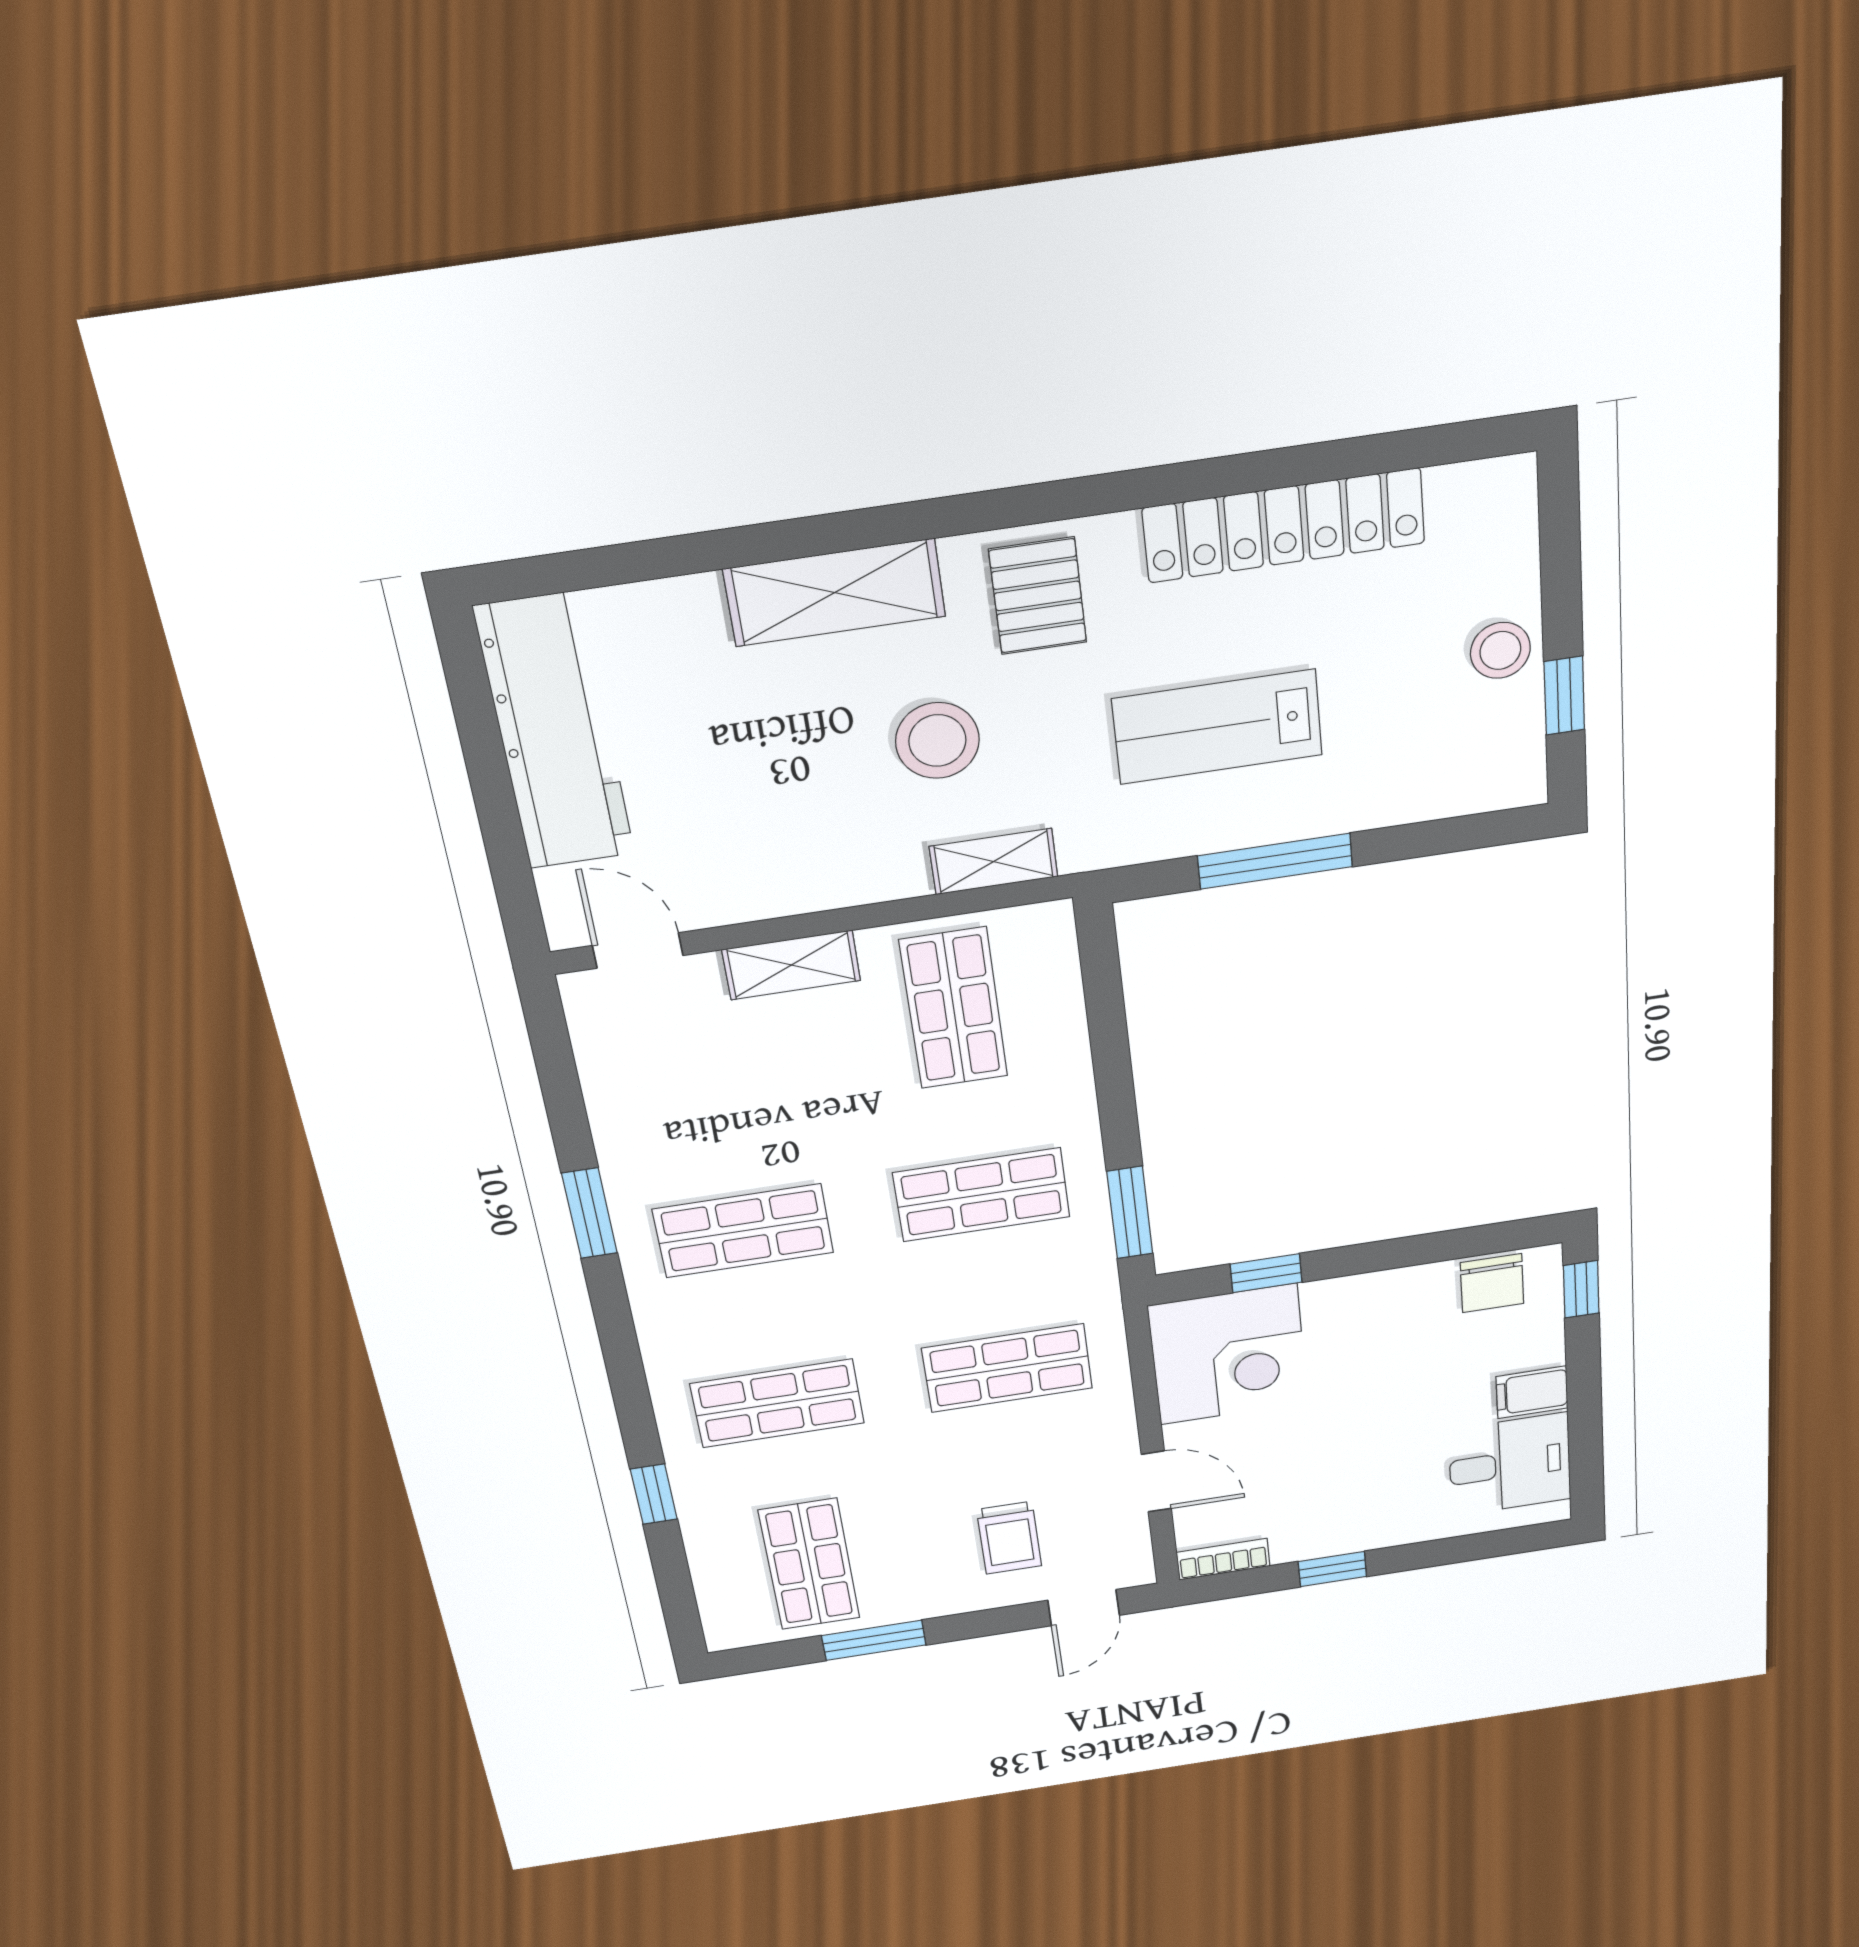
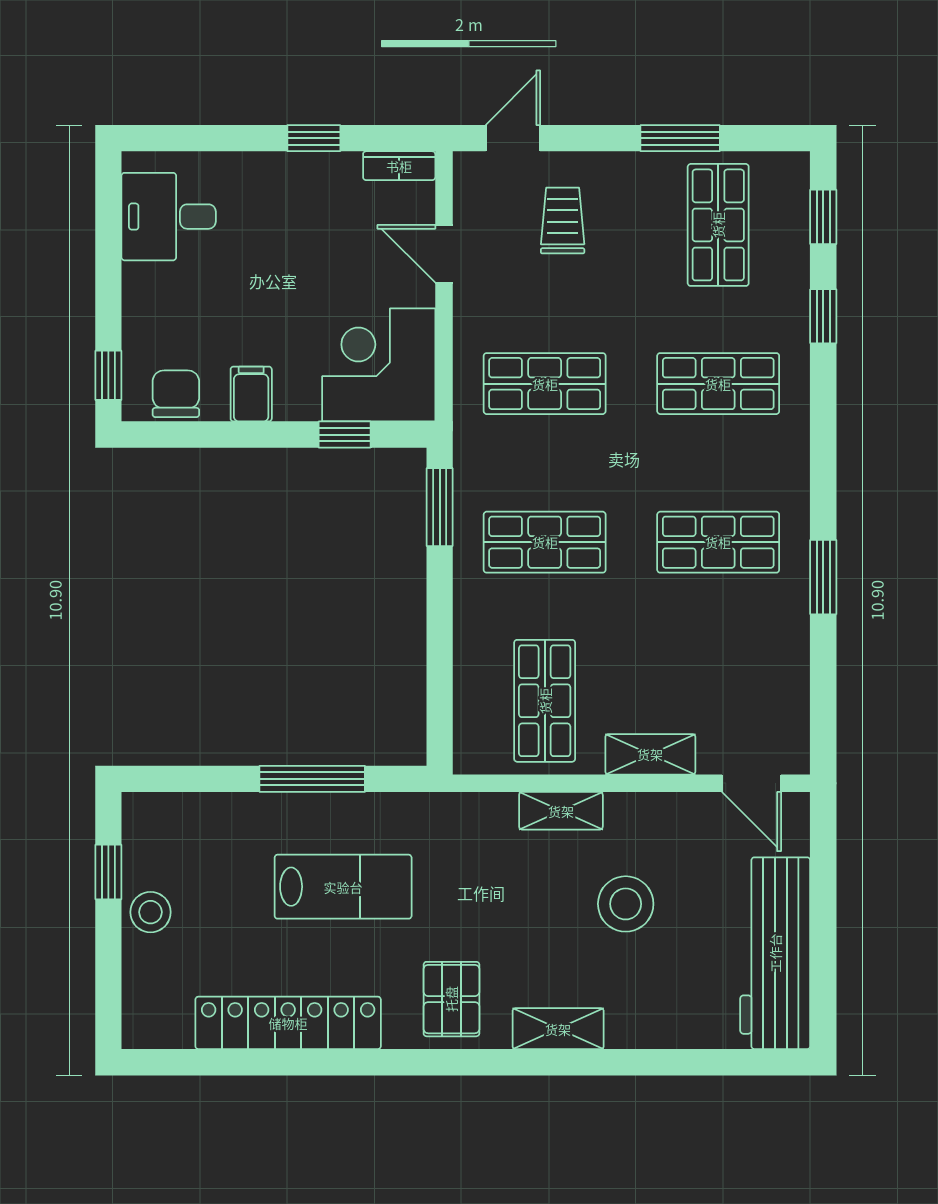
shelving: (835, 593) -> (558, 1029), width x0.67, depth x0.75
stool: (937, 741) -> (626, 904), moved
shelving: (994, 862) -> (561, 811), moved
filing cabinet: (1532, 1392) -> (251, 394), moved, turned -90
window: (676, 1593) -> (823, 217), added

